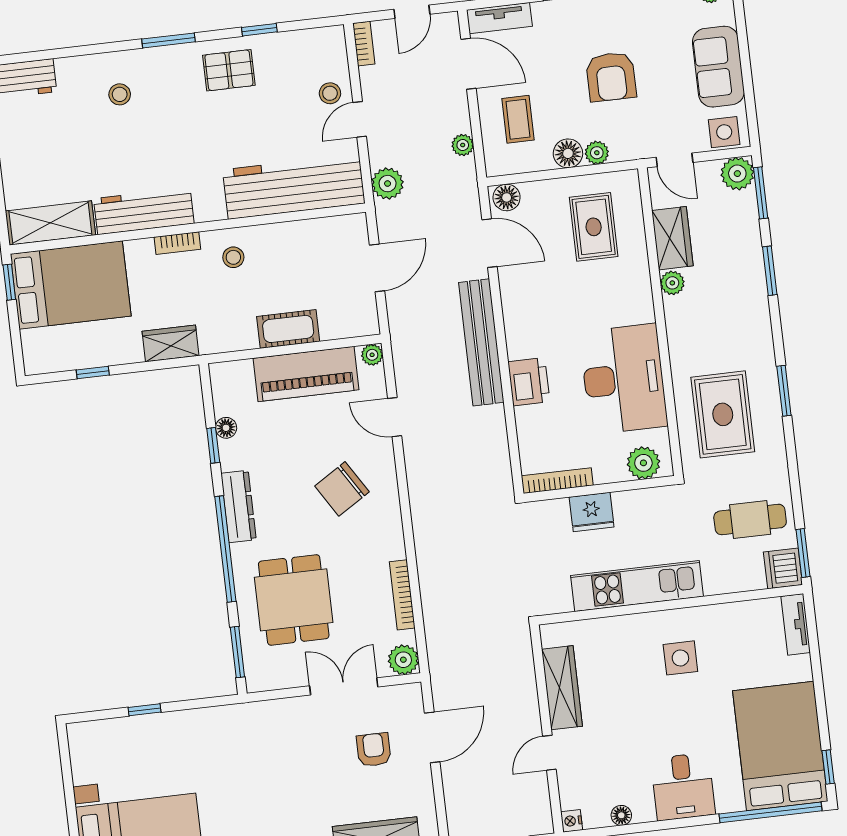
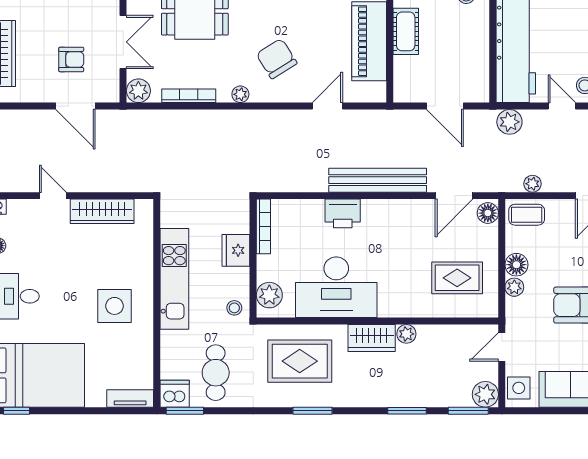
coffee table: (518, 119) -> (527, 215), moved
wardrobe: (672, 238) -> (372, 338), moved
plant: (372, 355) -> (240, 94), moved
stool: (665, 505) -> (234, 308), added
side table: (680, 658) -> (114, 306), width x1.37, depth x1.37

